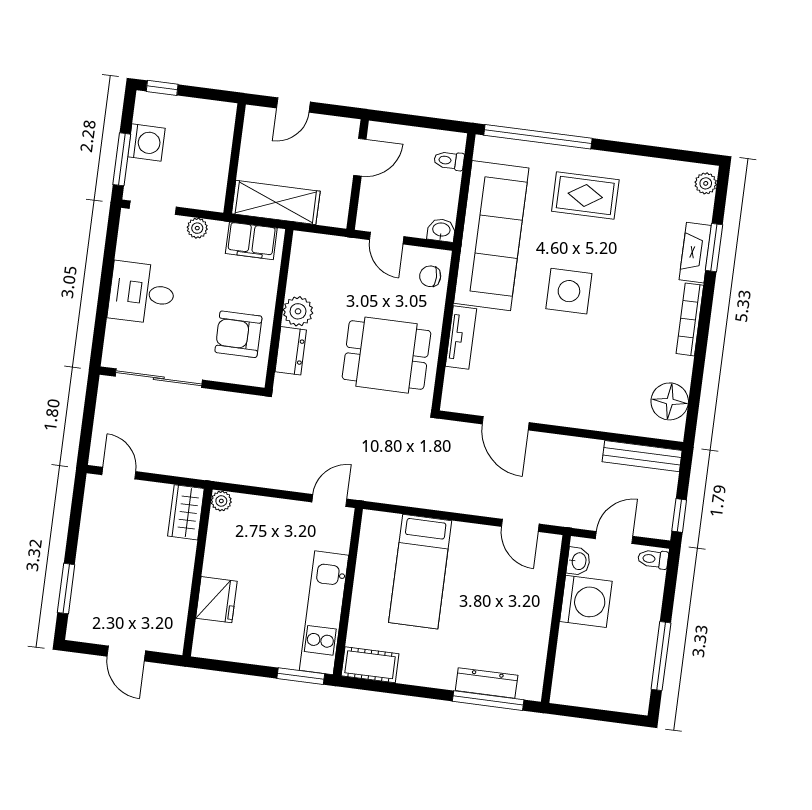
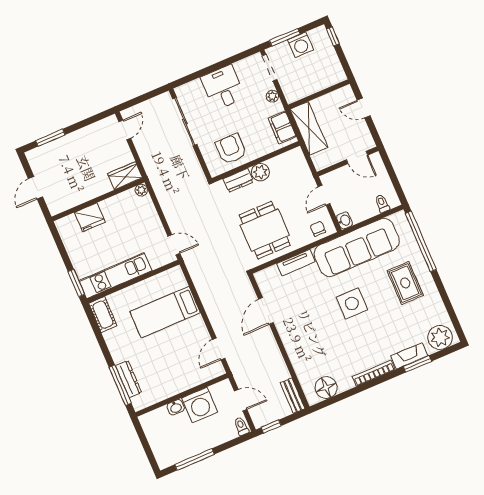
plant: (706, 183) -> (440, 338), width x1.88, depth x1.88
bench: (642, 456) -> (293, 396), width x0.73
washbasin: (578, 561) -> (176, 407), moved

